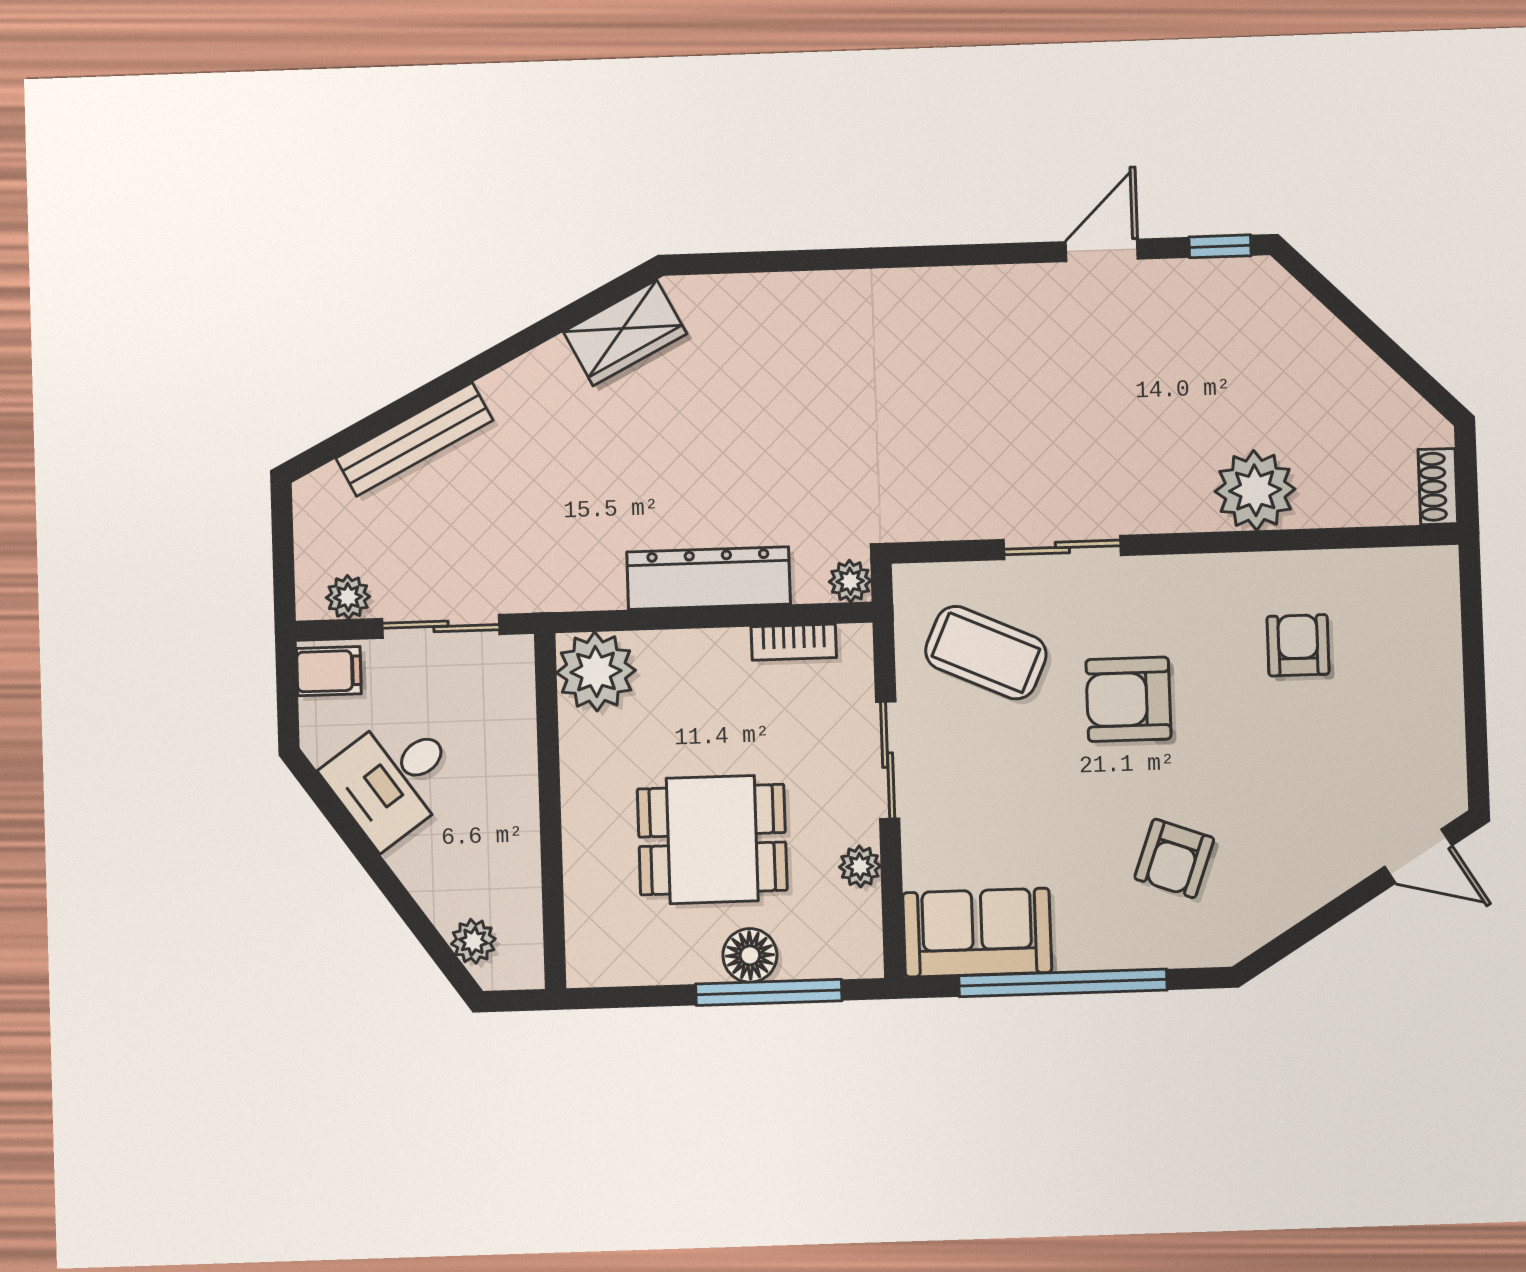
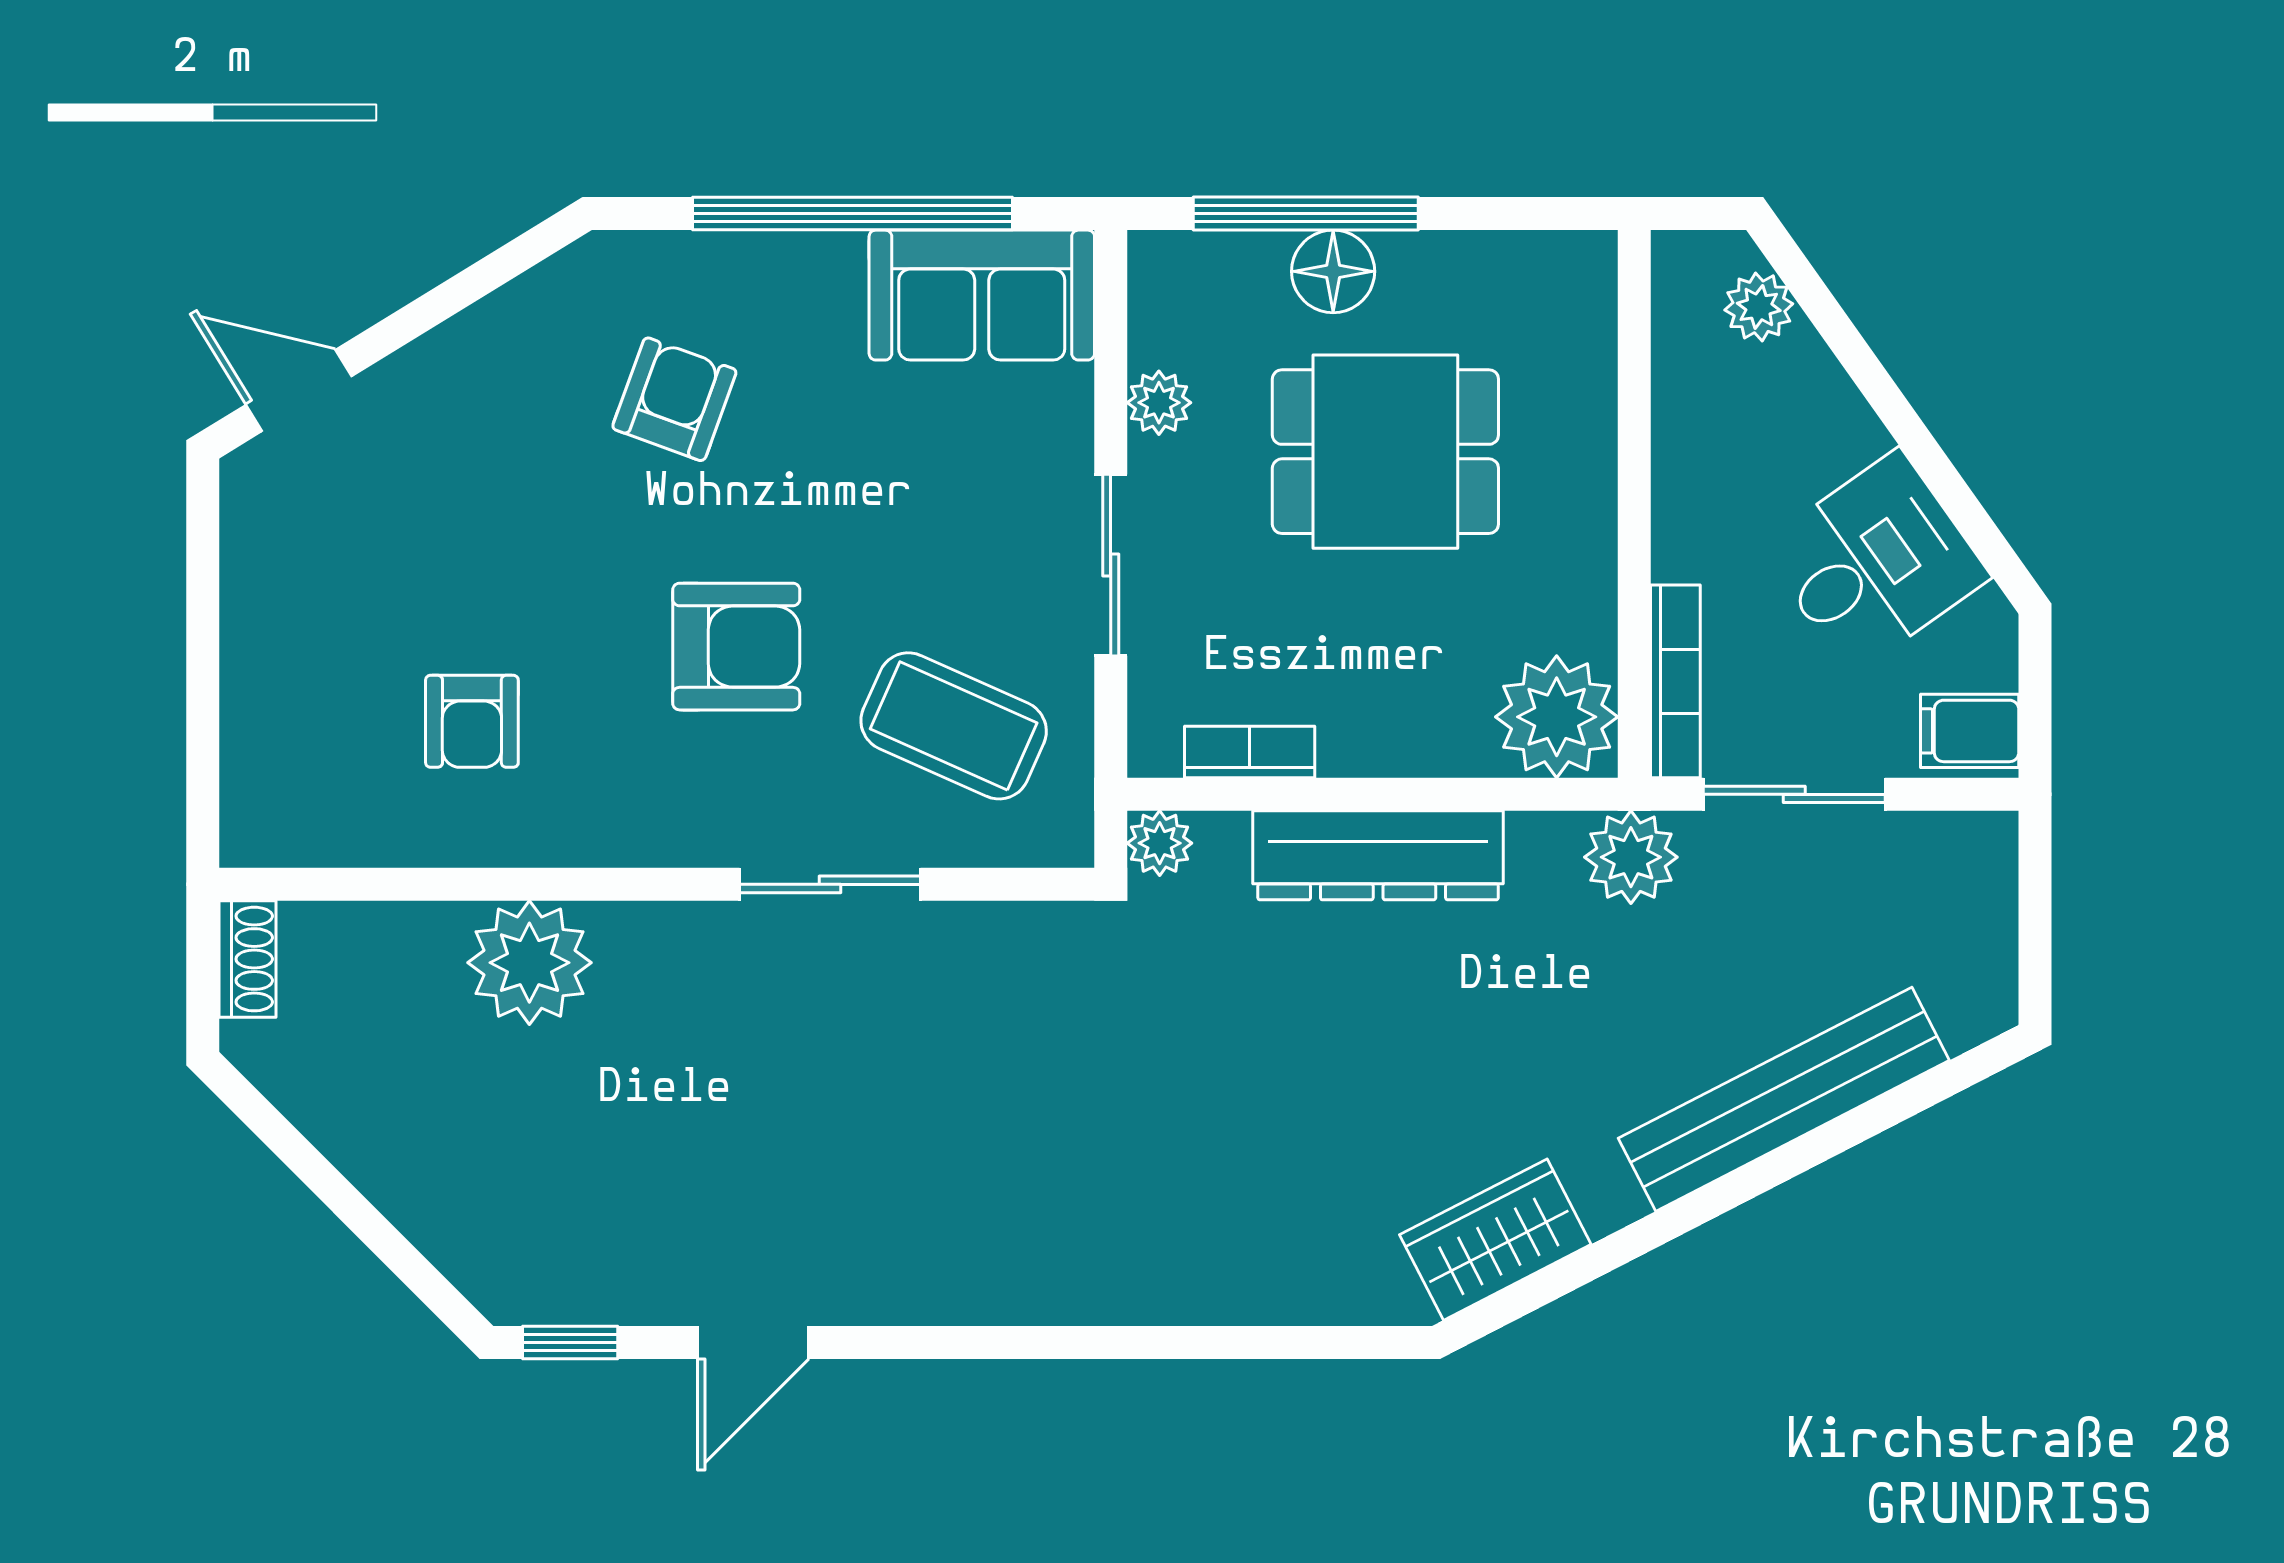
bench: (414, 439) -> (1784, 1099), width x1.37, depth x1.21
plant: (348, 597) -> (1631, 857), moved, width x1.38, depth x1.38
bookcase: (520, 697) -> (1675, 681), added

